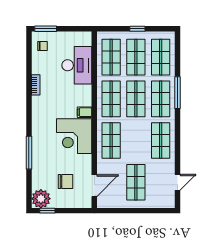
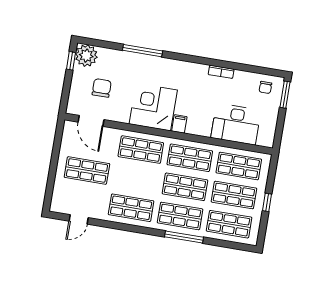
chair: (66, 181) -> (102, 88), turned 180
door: (177, 182) -> (79, 219), hinge flipped

